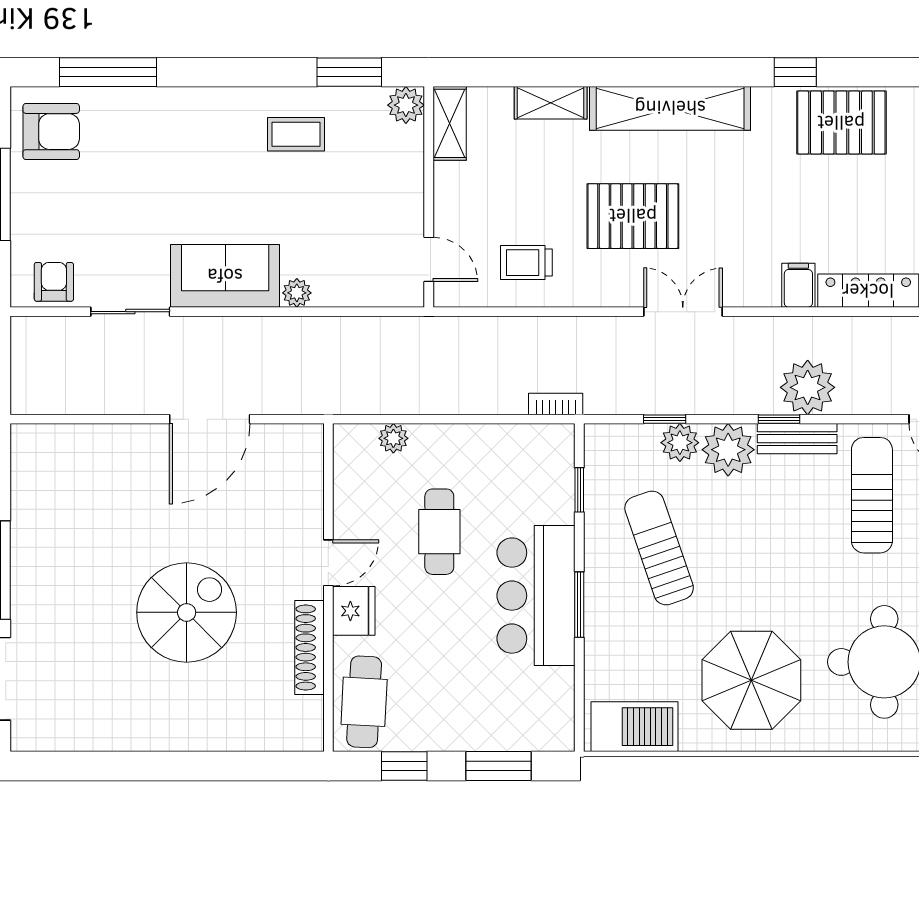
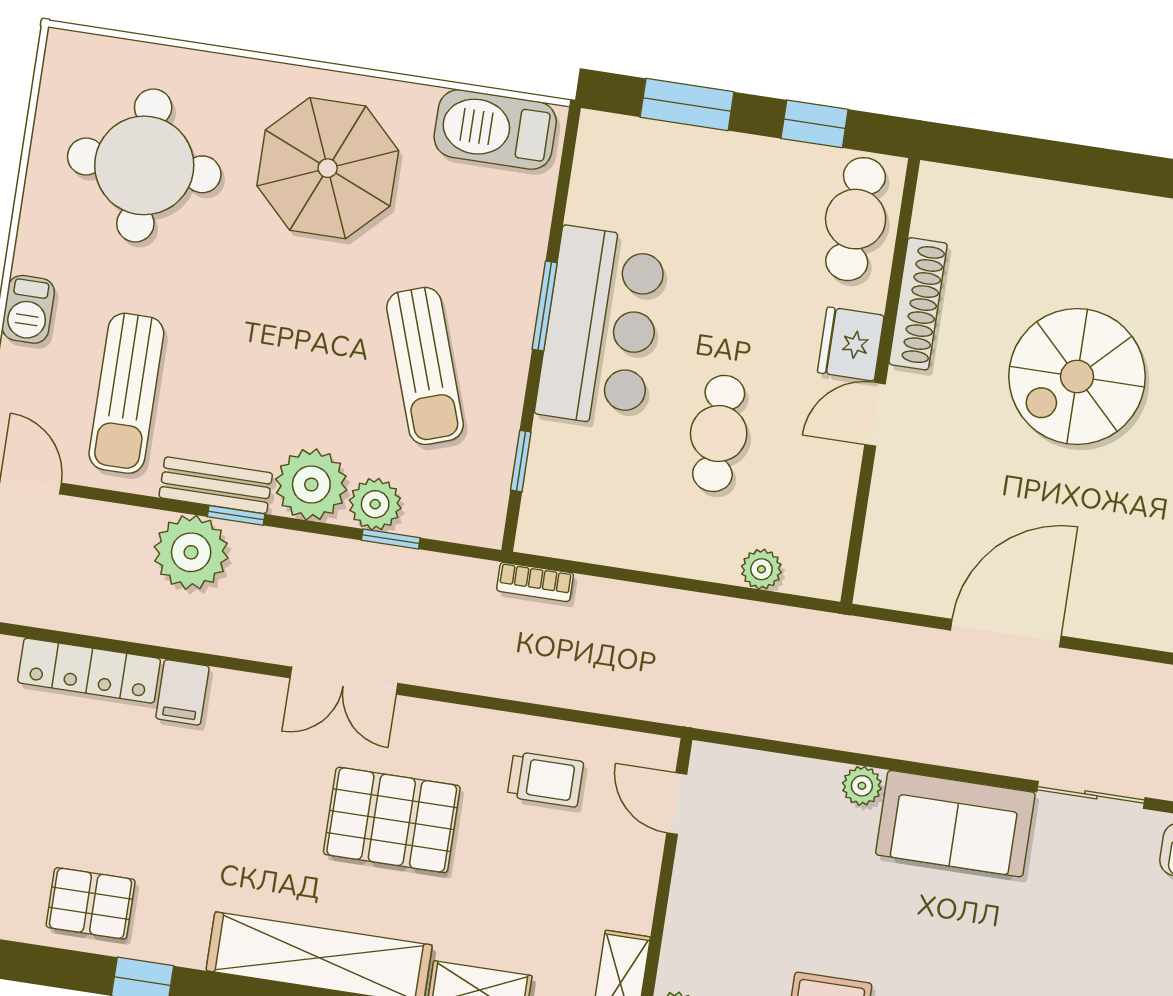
pallet: (841, 123) -> (91, 903), width x0.67, depth x0.71

